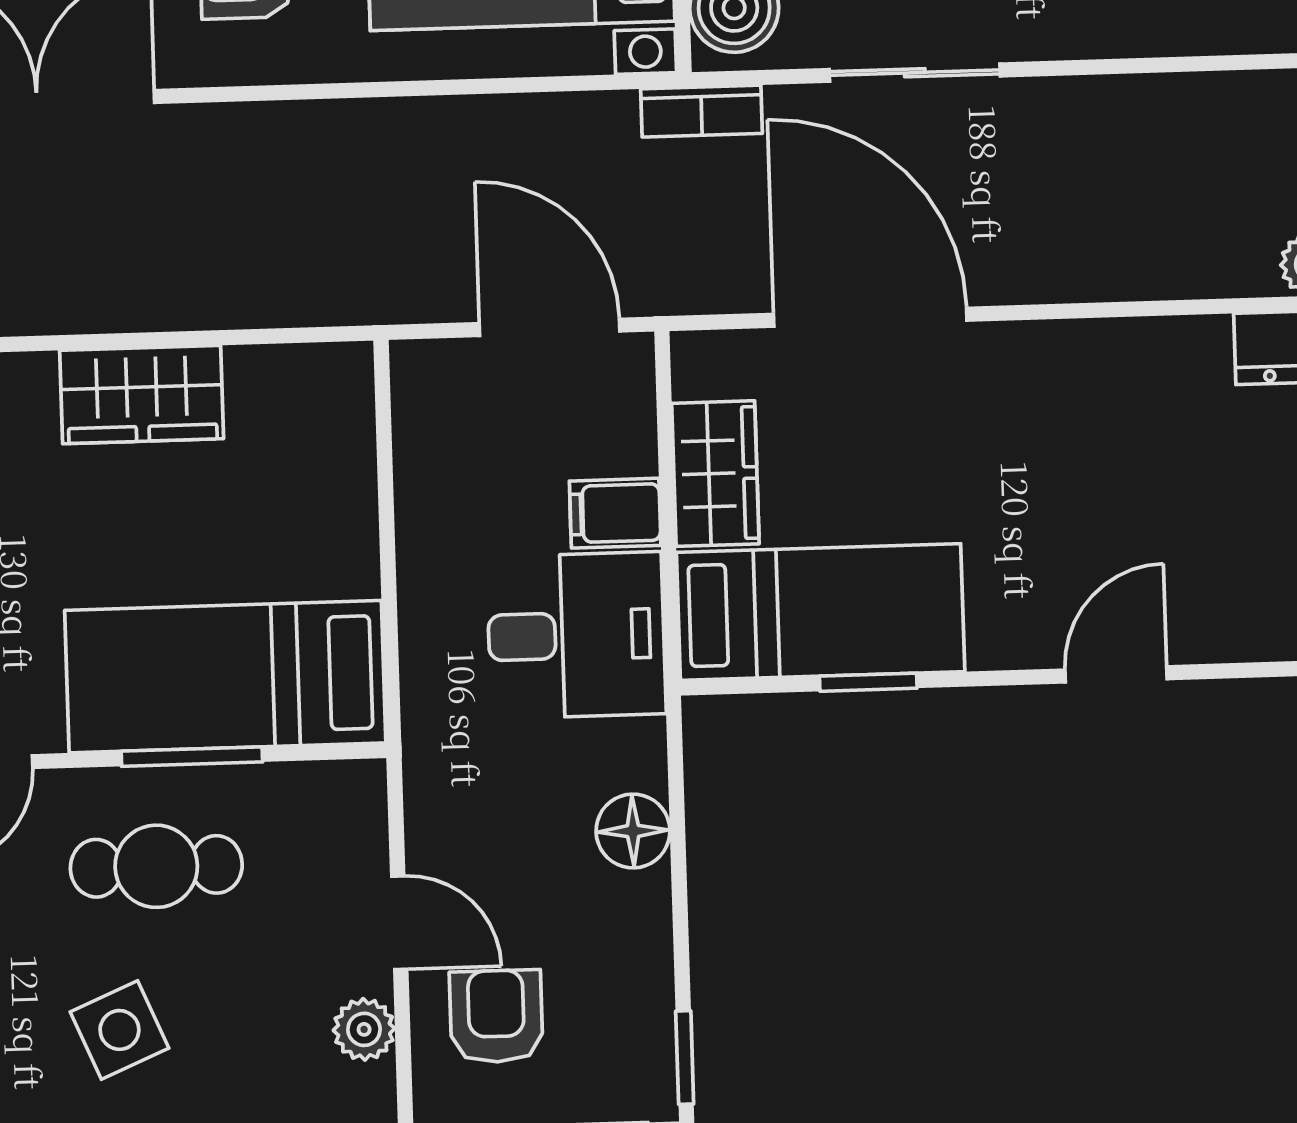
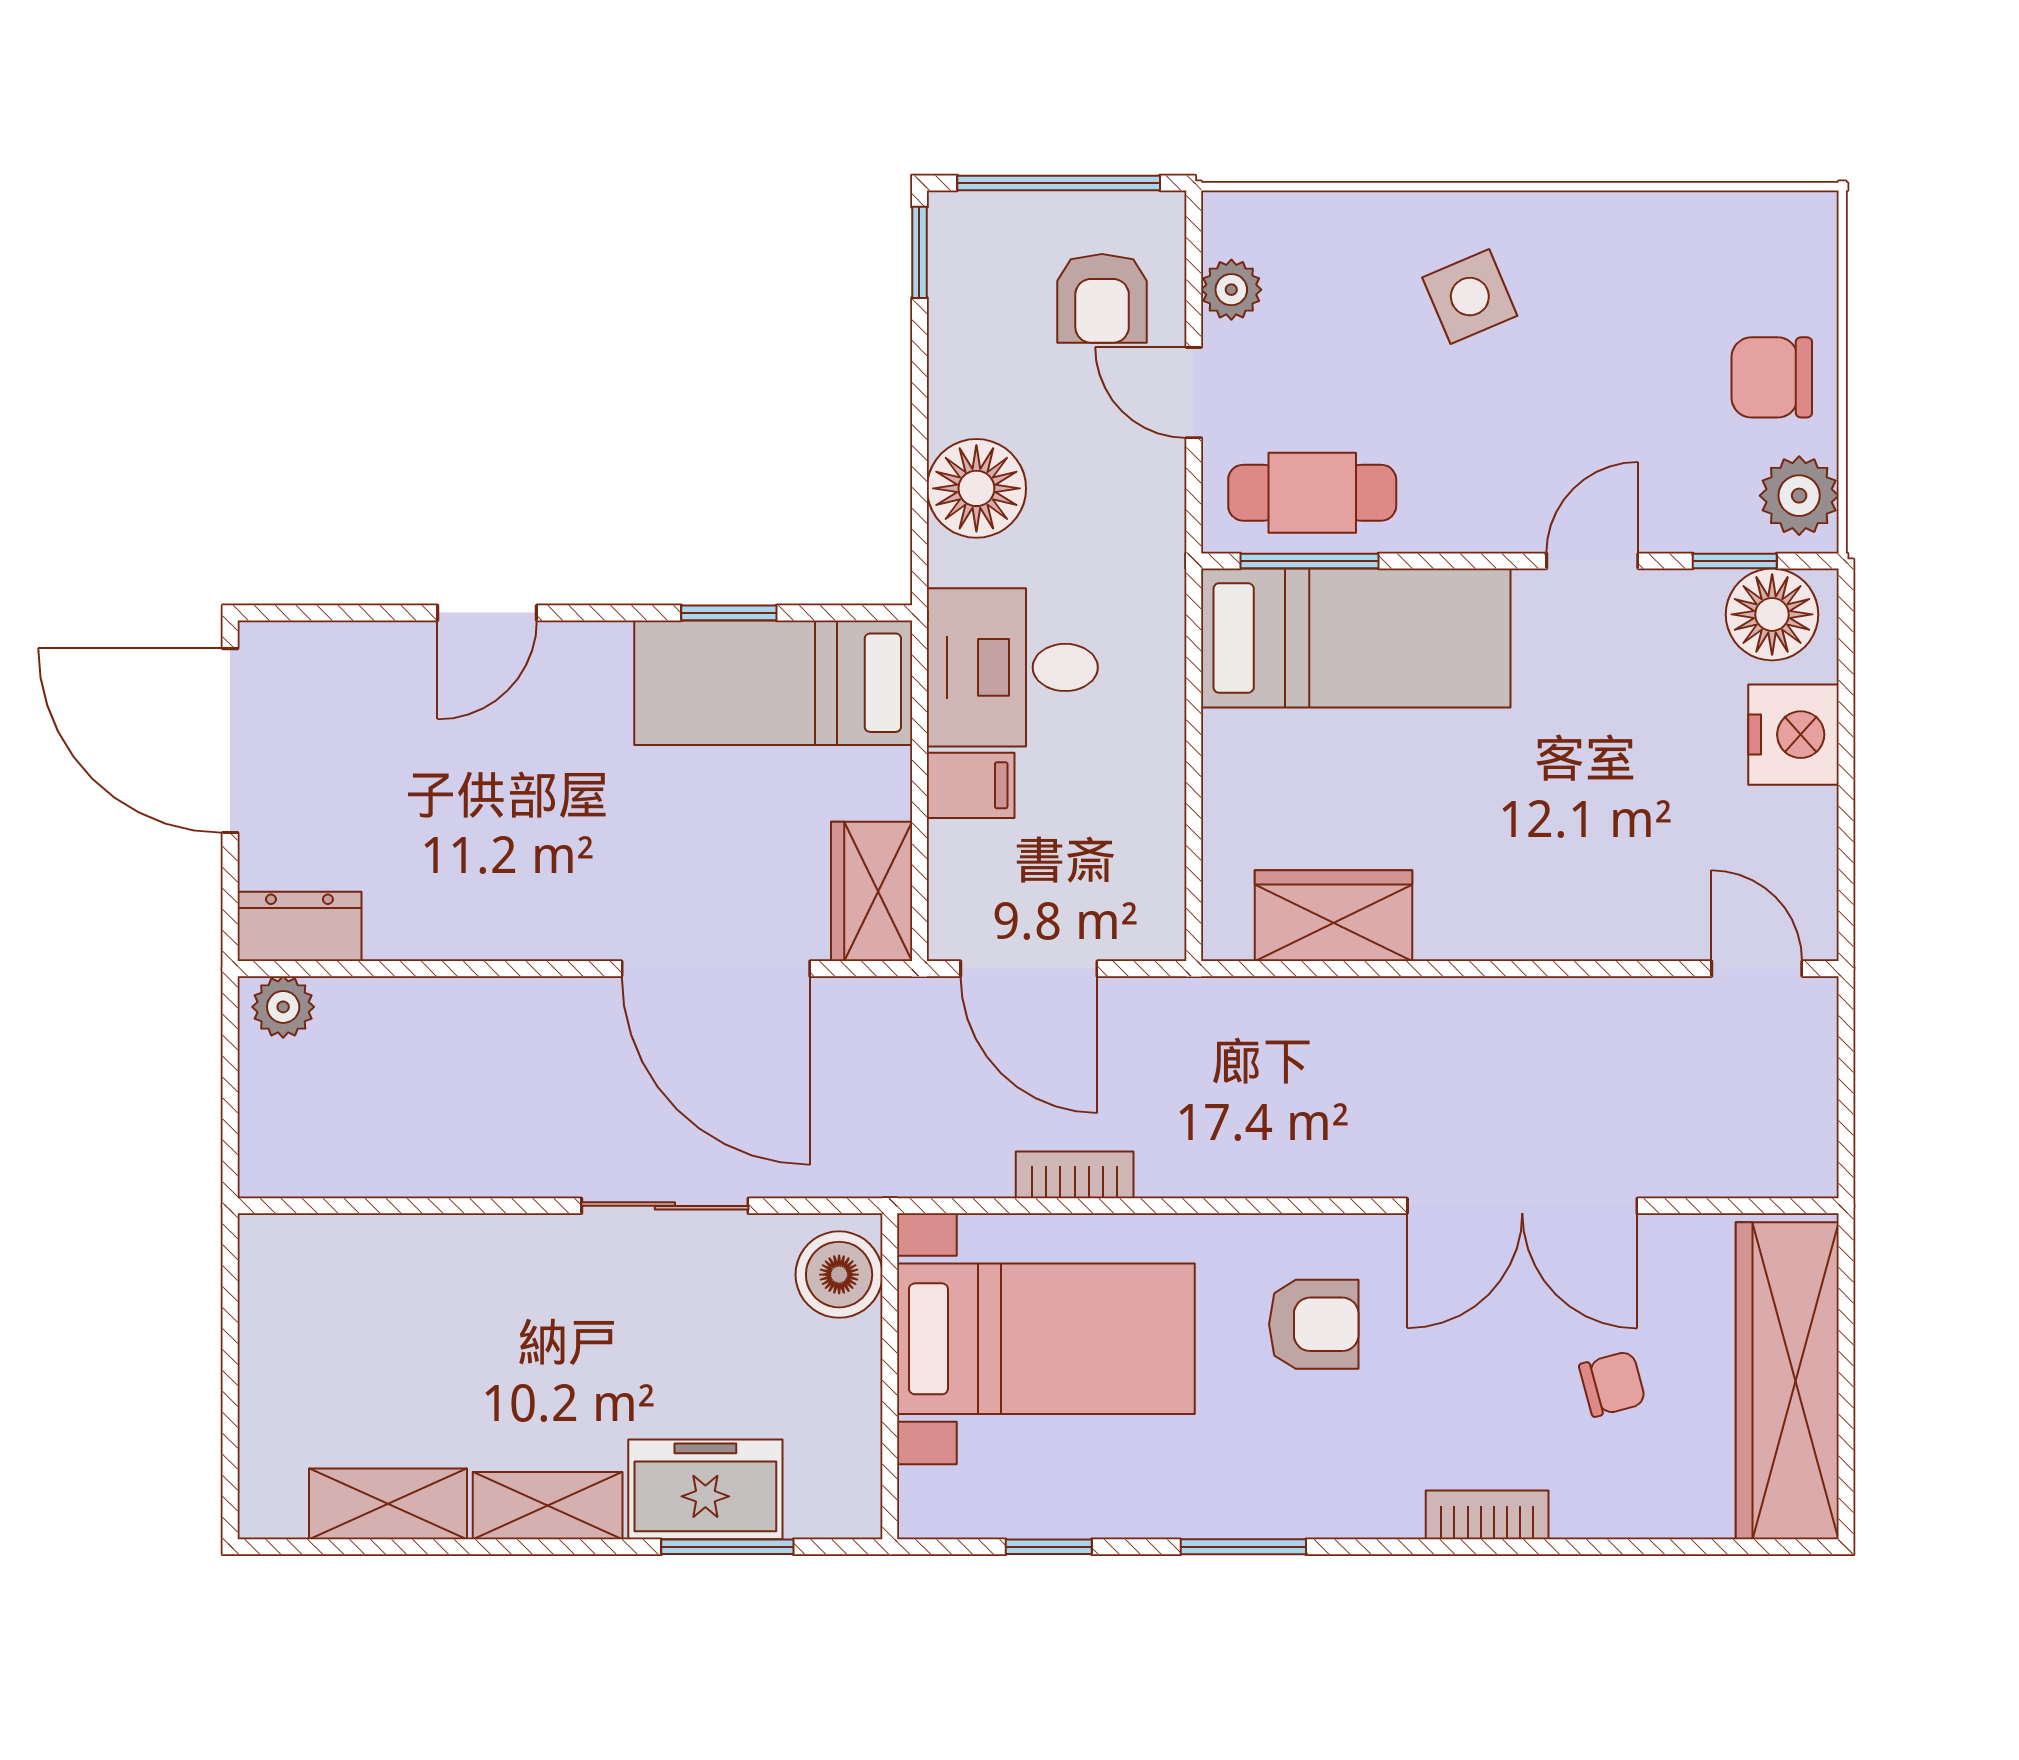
bookcase: (701, 111) -> (1075, 1175), moved
wardrobe: (142, 395) -> (1334, 916), moved
wardrobe: (715, 474) -> (872, 891), moved
window: (192, 757) -> (1309, 561), moved
floor lamp: (633, 831) -> (976, 488), width x1.38, depth x1.38
cafe table: (156, 866) -> (1312, 493), moved

